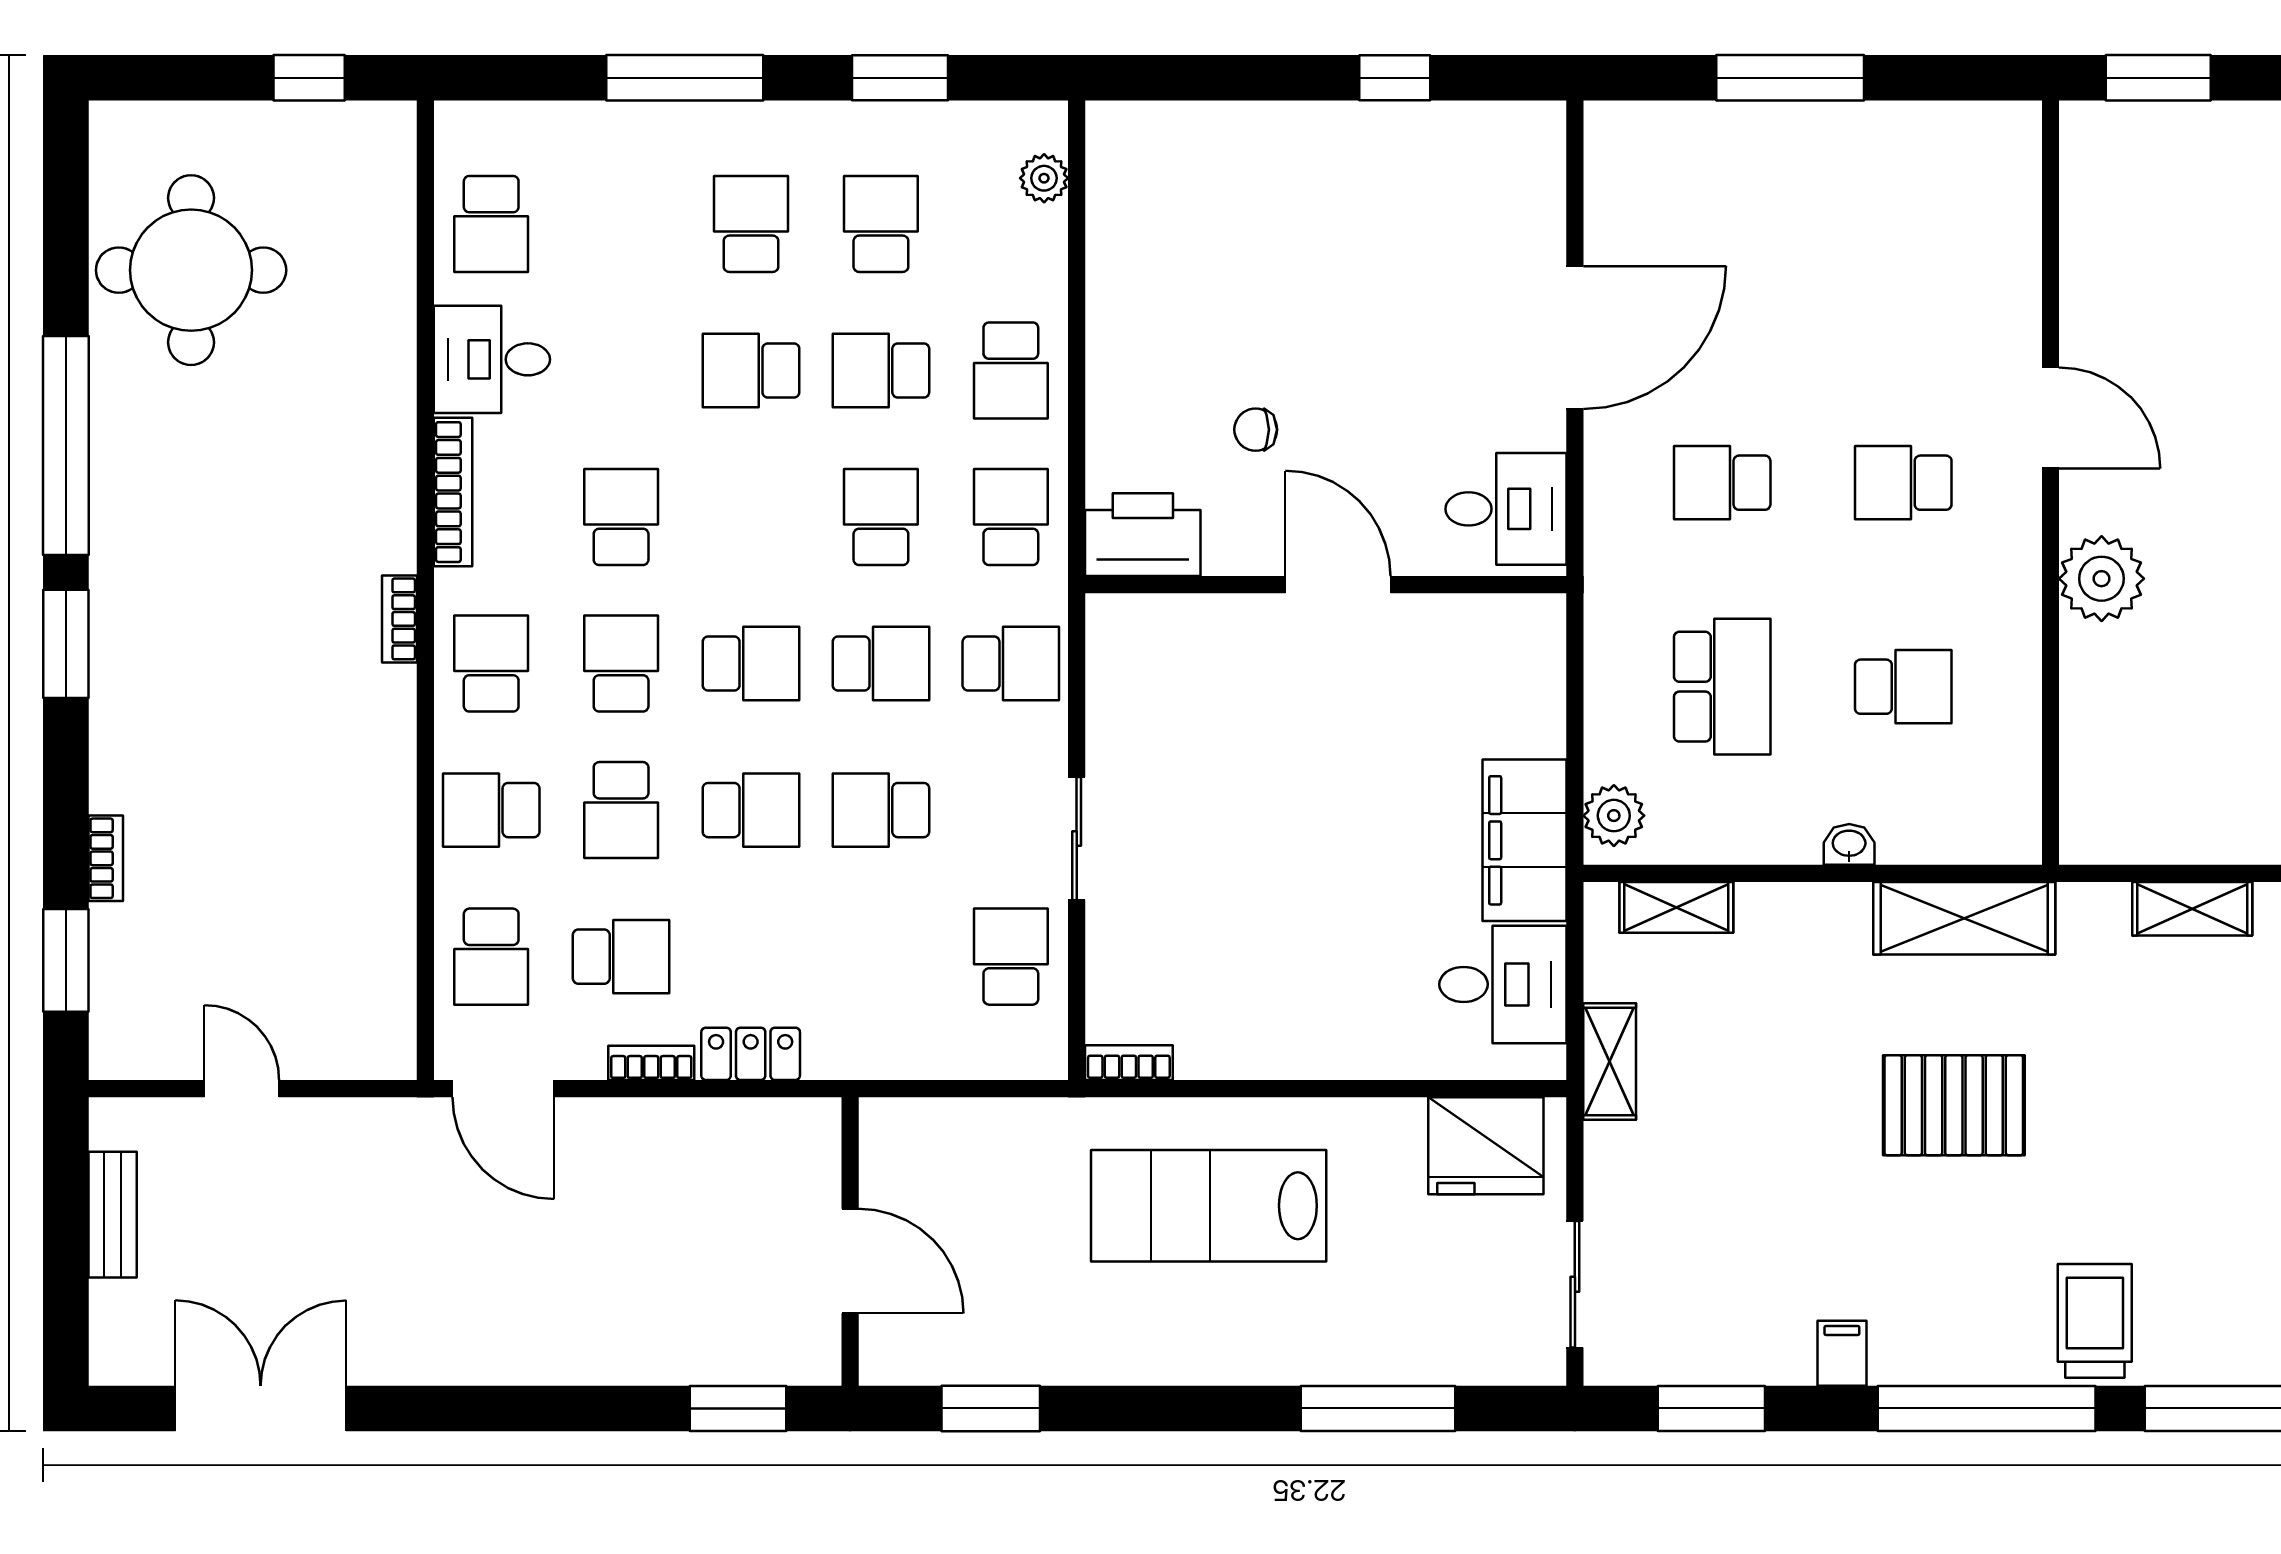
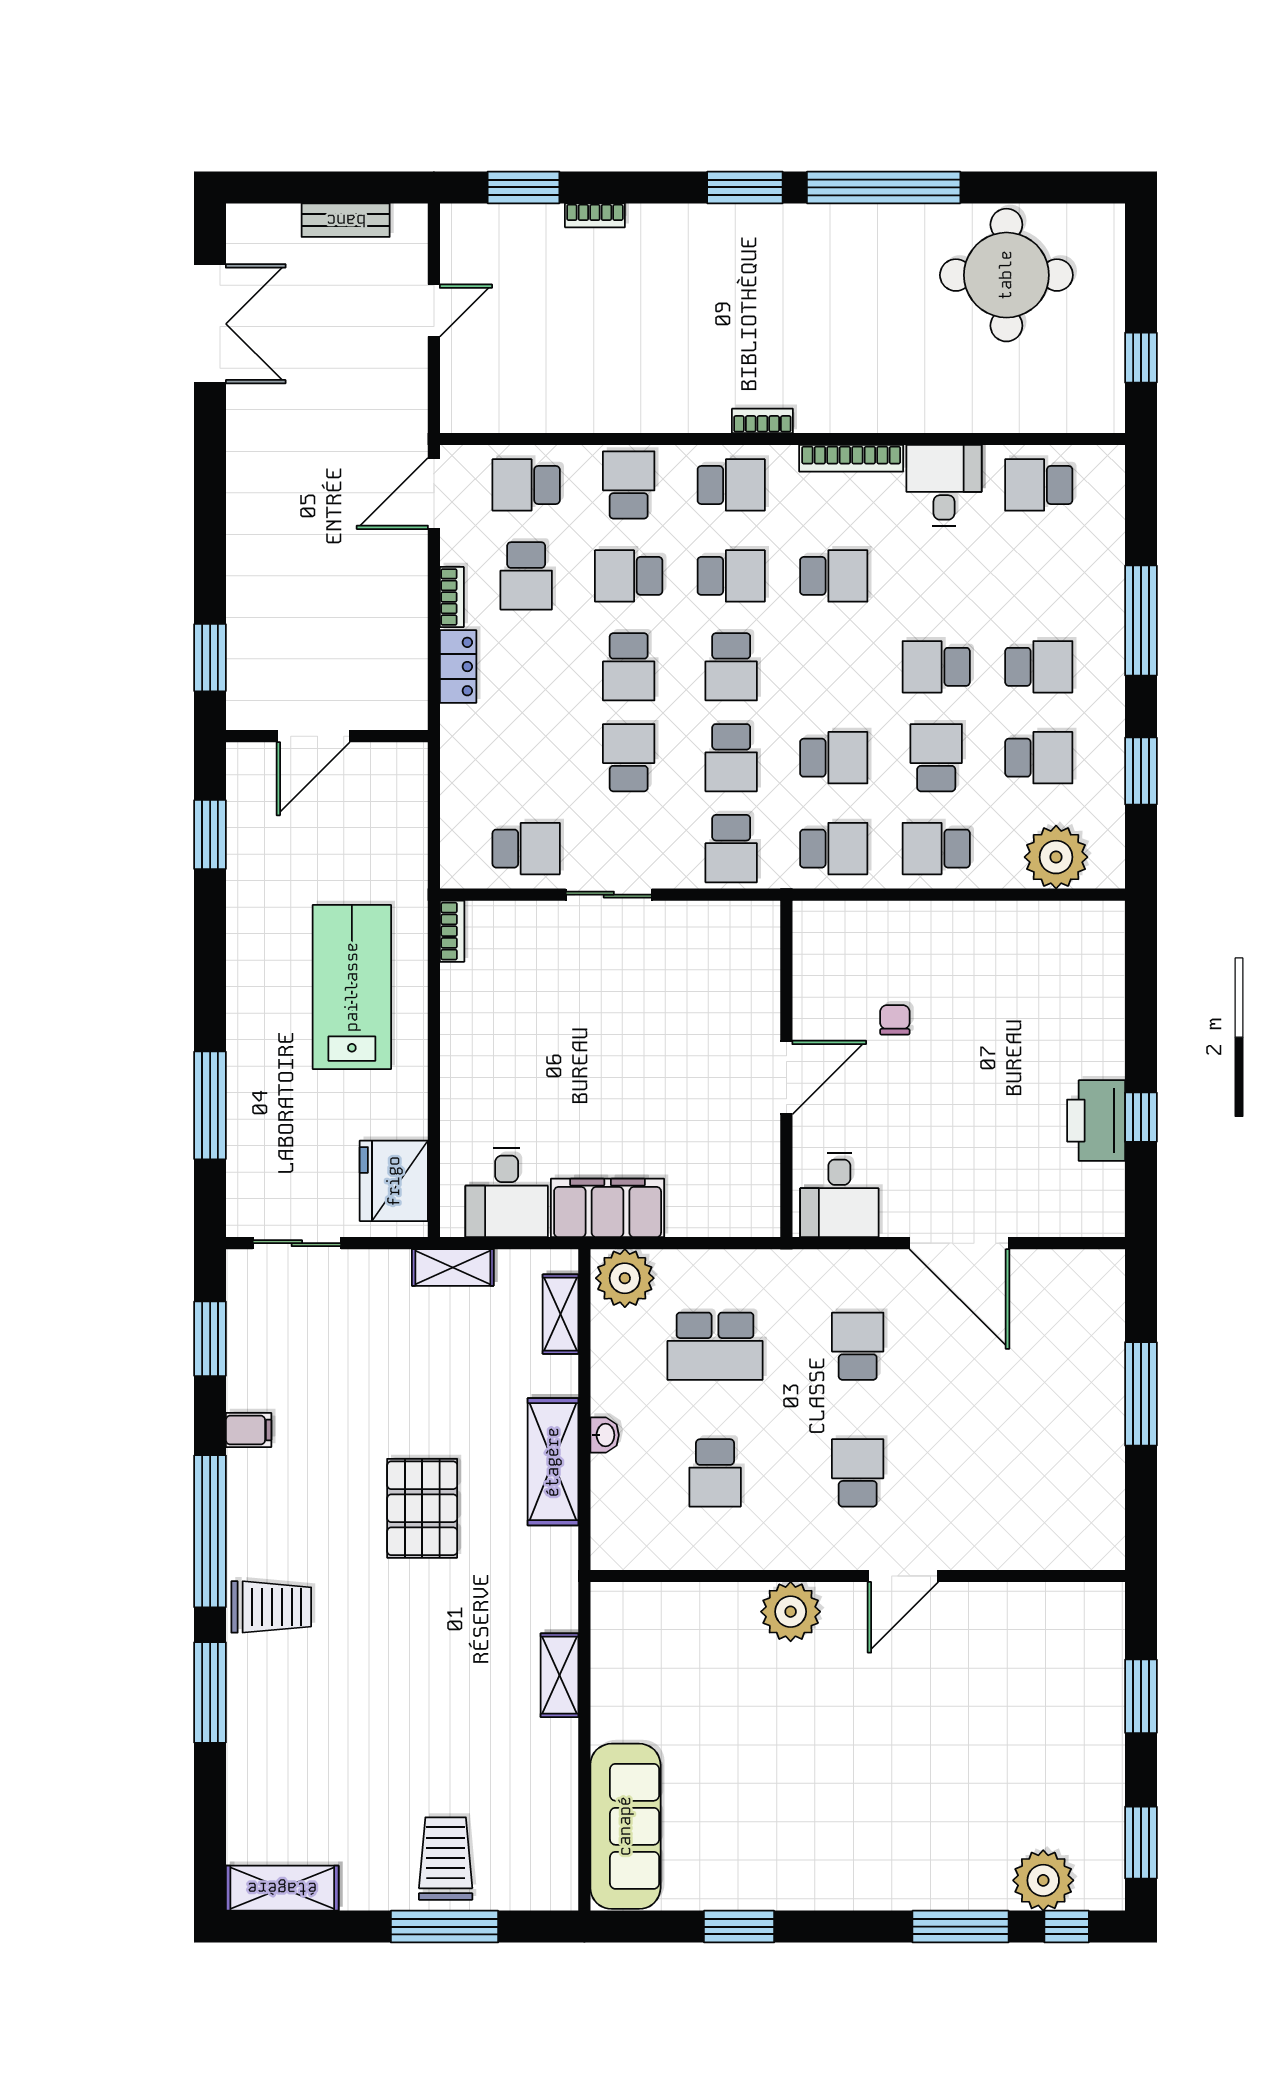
window: (2158, 78) -> (1141, 1696), moved
plant: (1044, 178) -> (1056, 857), width x1.87, depth x1.87
school desk: (751, 370) -> (936, 667), turned -90
printer: (1143, 535) -> (1096, 1121), moved, turned 180
plant: (1614, 816) -> (625, 1278), width x1.36, depth x1.36
shelving: (1964, 918) -> (553, 1462), moved

